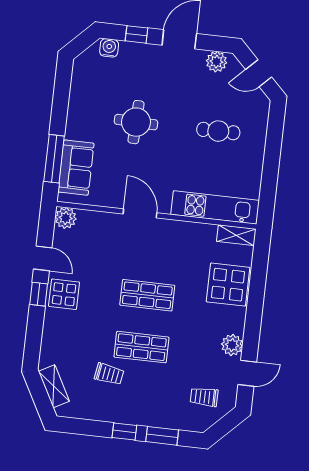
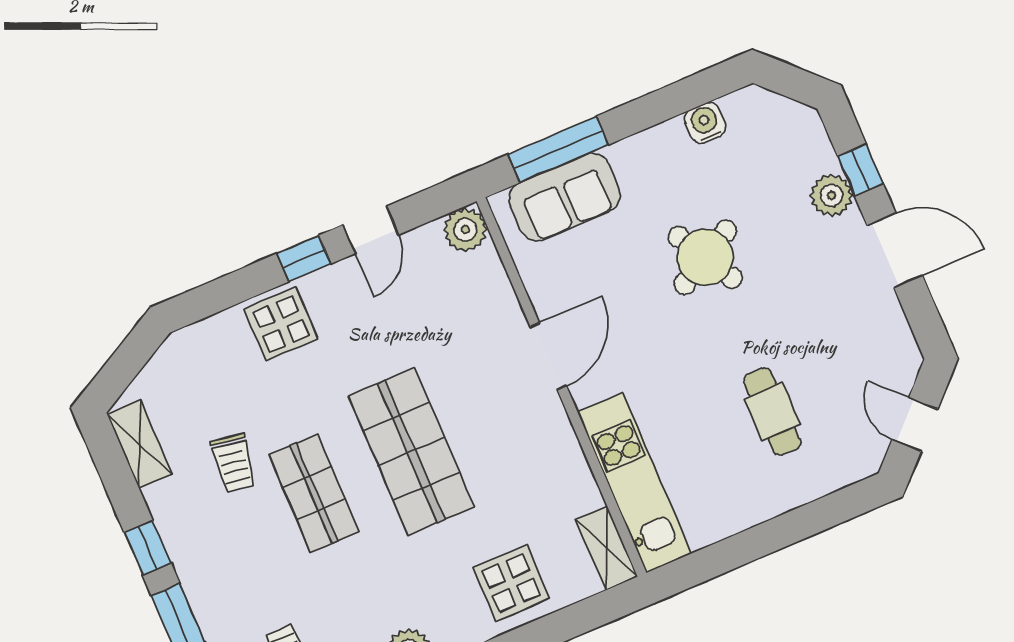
water cooler: (109, 48) -> (705, 123), moved, turned -90
plant: (216, 62) -> (832, 195), moved
round table: (136, 122) -> (705, 257), turned -31
display table: (228, 285) -> (511, 583), width x0.73, depth x0.73
display table: (64, 294) -> (281, 324), moved
shop shelf: (147, 295) -> (411, 451), width x1.43, depth x1.36
shelving: (54, 386) -> (139, 444), moved, turned -62

